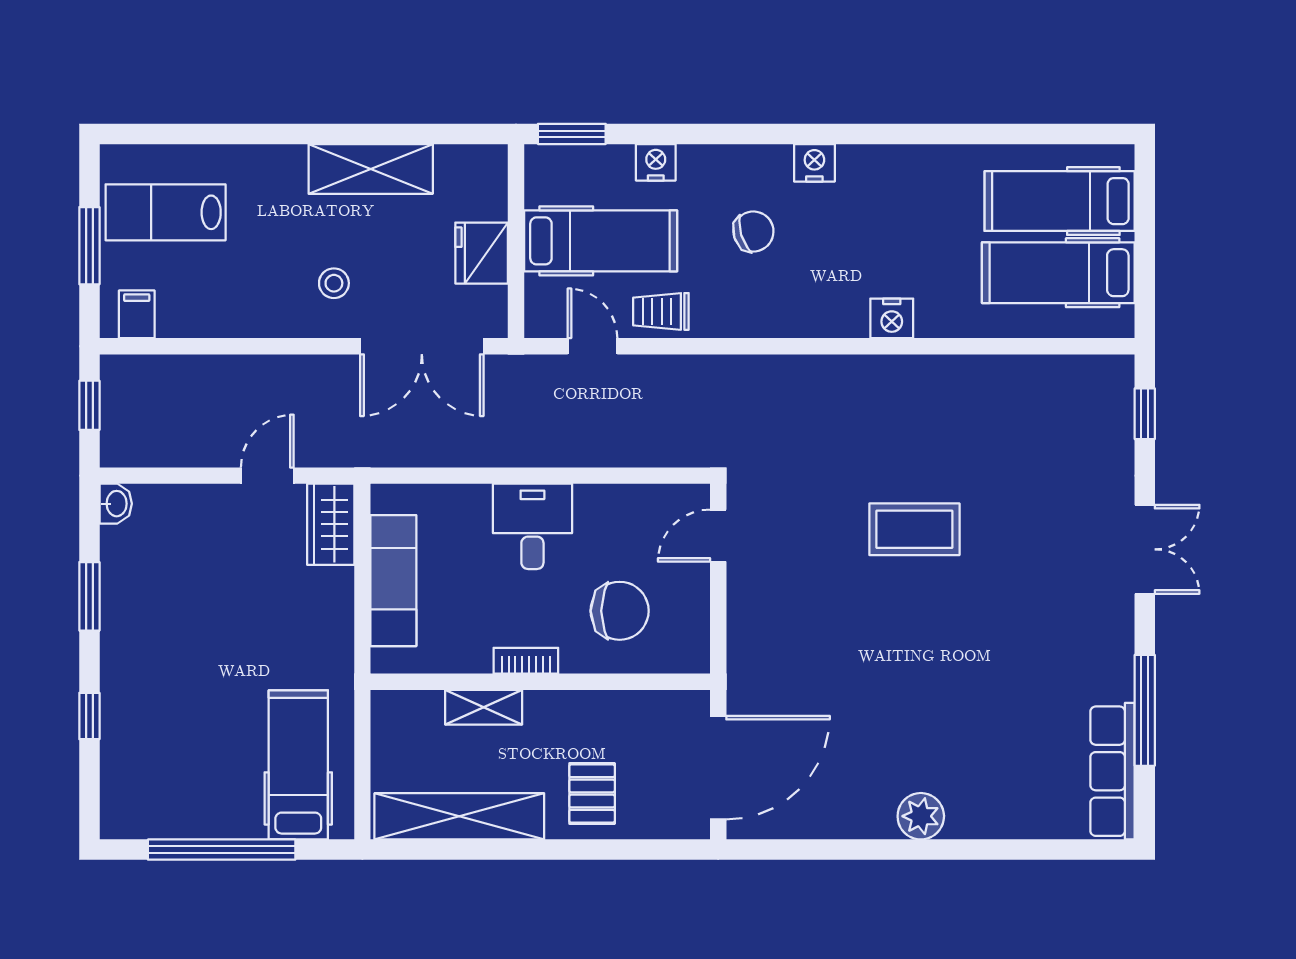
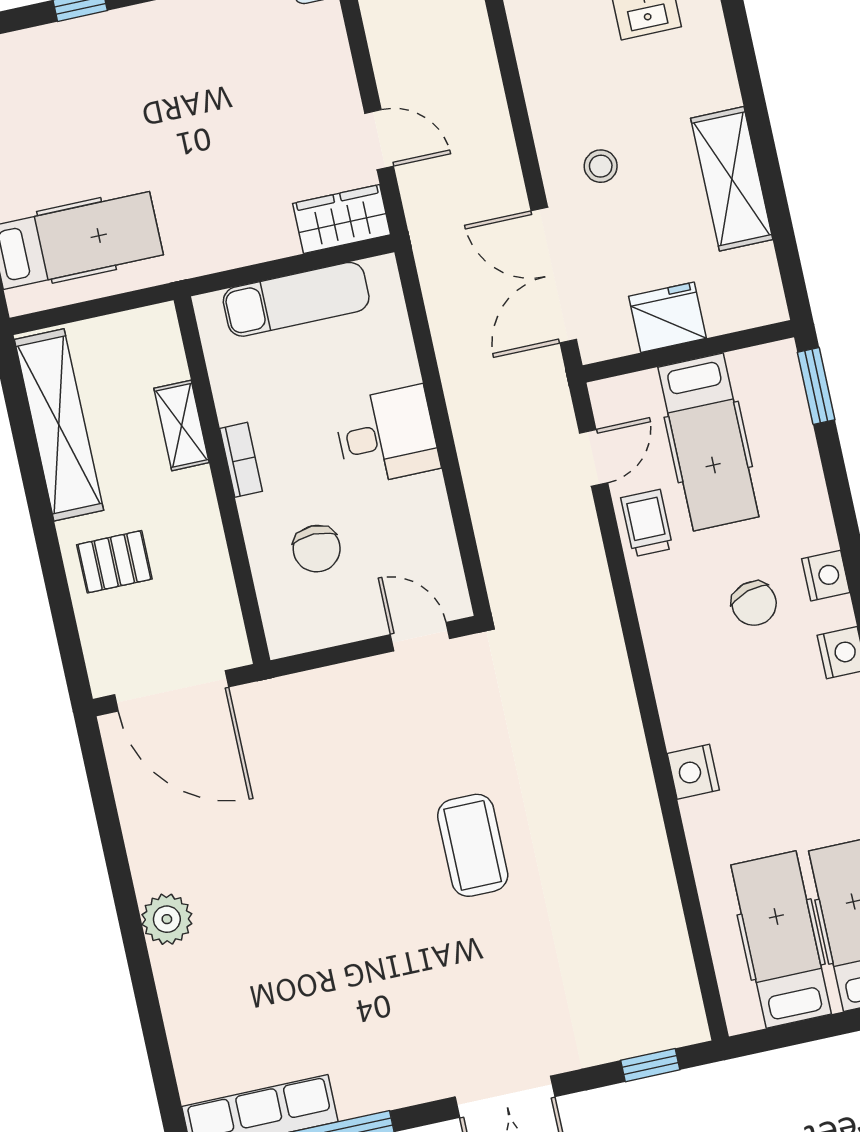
nightstand: (656, 162) -> (826, 576), moved
chair: (620, 611) -> (317, 549), width x0.73, depth x0.73

